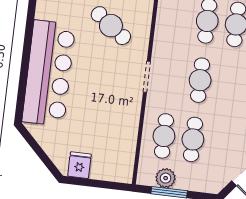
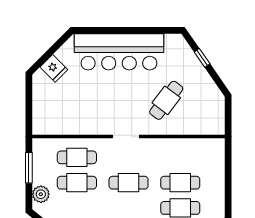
fridge: (79, 165) -> (54, 68), moved, turned 45
plant: (166, 178) -> (41, 194), moved

